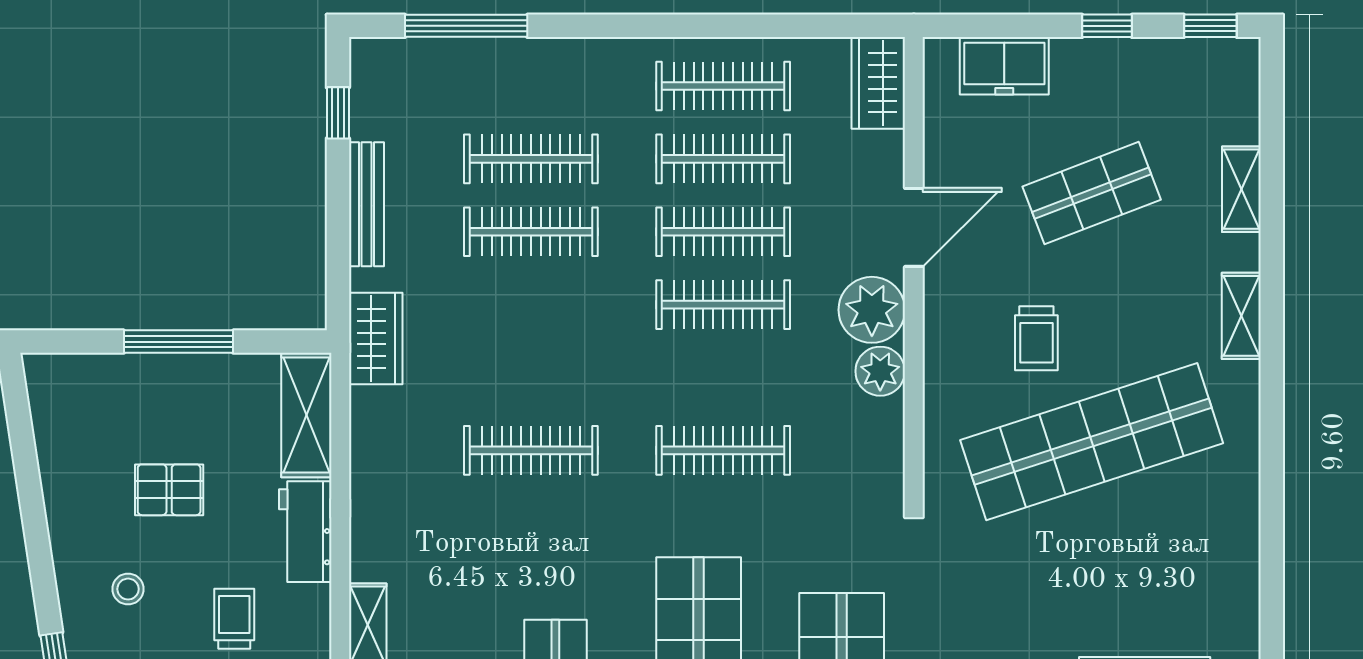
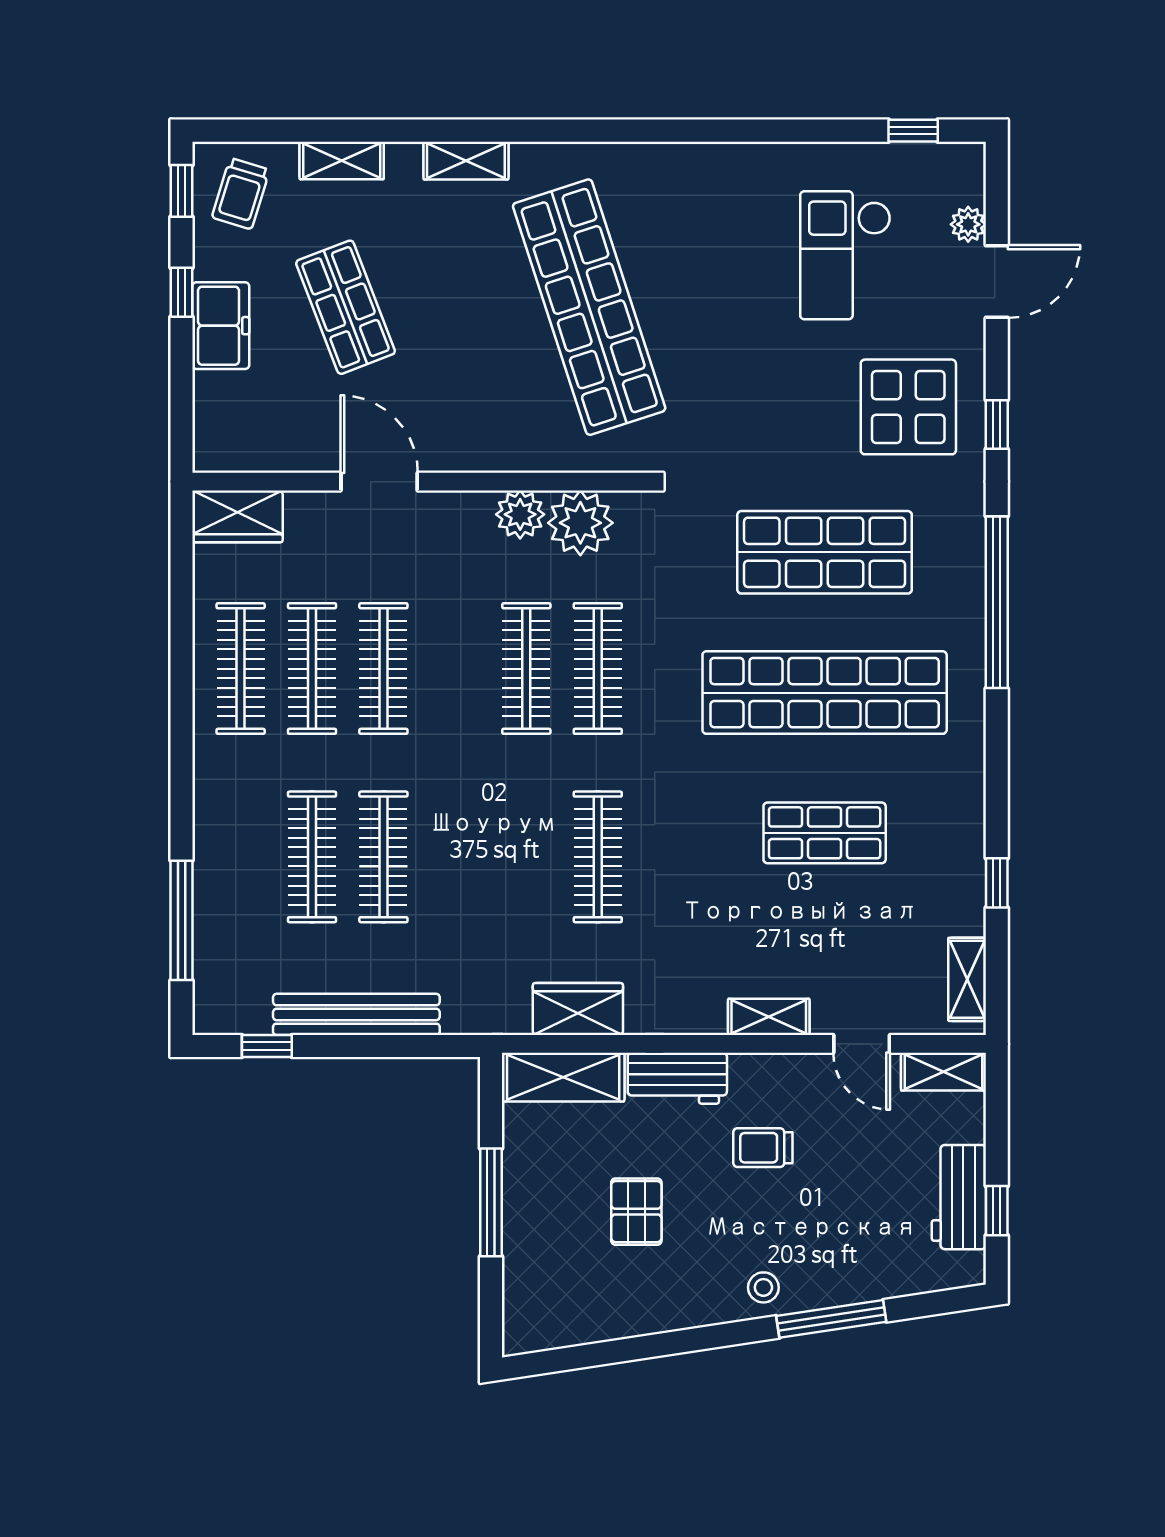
freezer: (1004, 66) -> (221, 326), moved
bench: (366, 204) -> (356, 1014), width x1.37, depth x1.21
clothes rail: (723, 305) -> (526, 669), moved
plant: (872, 310) -> (580, 523), moved
trolley: (1036, 338) -> (241, 194), moved, turned 107
wardrobe: (376, 339) -> (578, 1009), moved
stool: (128, 589) -> (763, 1287), moved

